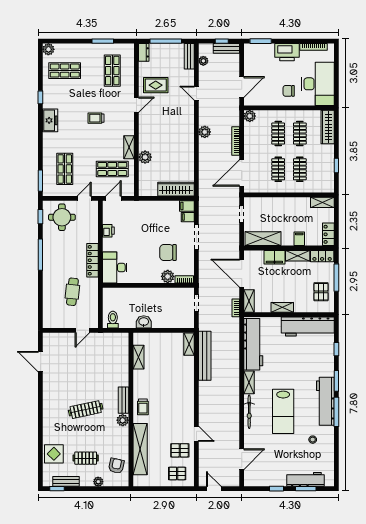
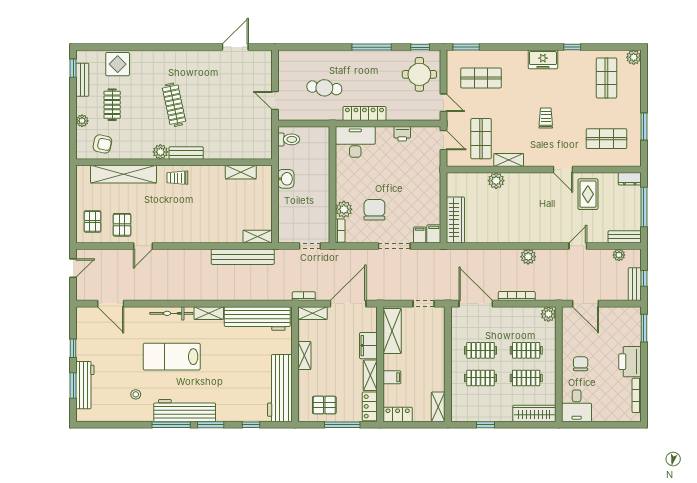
desk: (318, 84) -> (577, 406), width x0.53, depth x0.77

